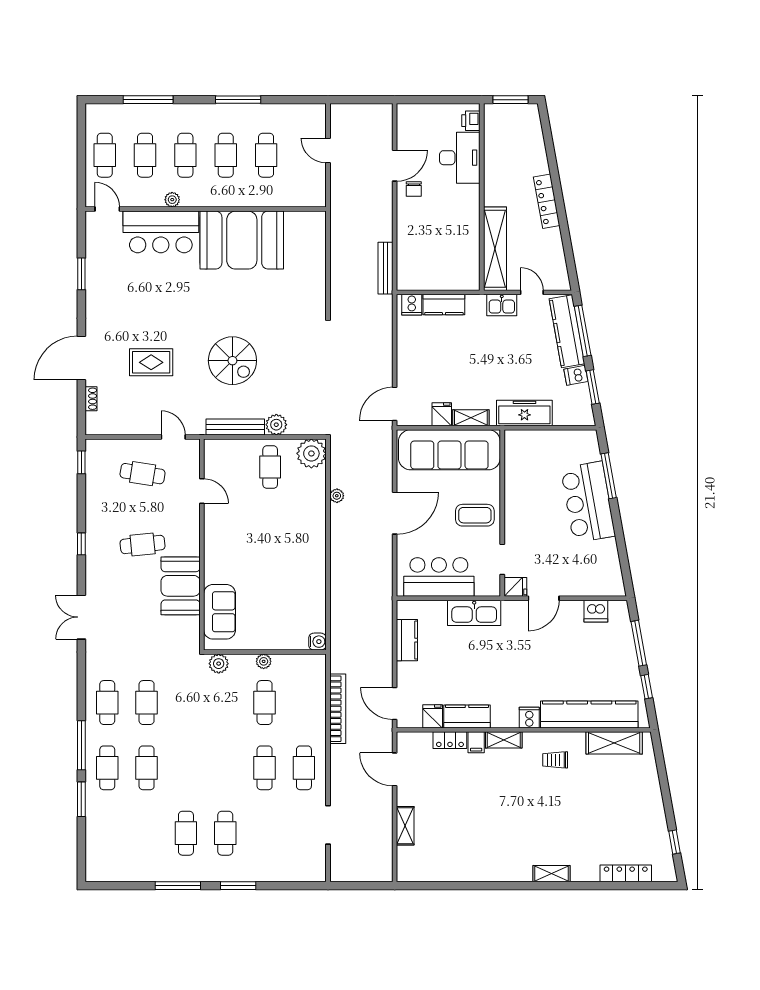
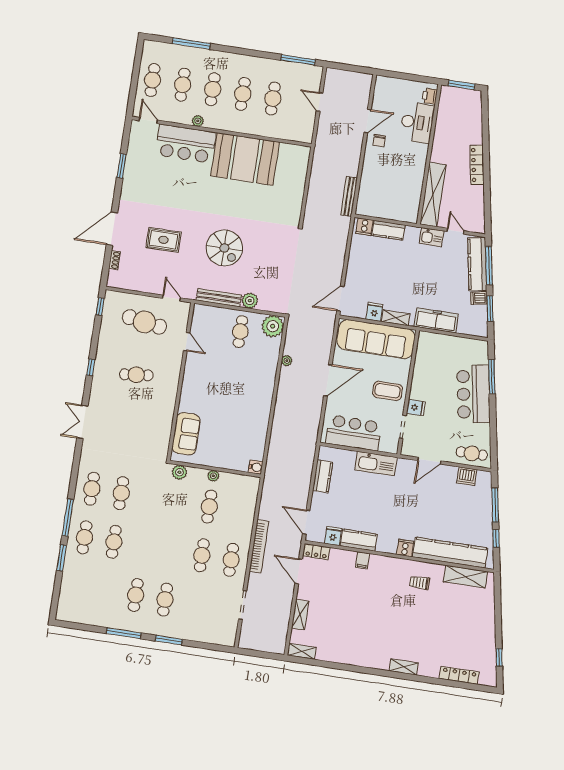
window: (238, 100) -> (298, 60), moved
cafe table: (143, 474) -> (144, 322), width x1.37, depth x1.35
cafe table: (598, 580) -> (472, 453), added
booth: (181, 586) -> (160, 410), removed
fridge: (515, 587) -> (416, 408), moved
bookcase: (338, 709) -> (259, 546), moved
locker: (450, 740) -> (316, 552), moved
shelving: (504, 740) -> (302, 651), moved

